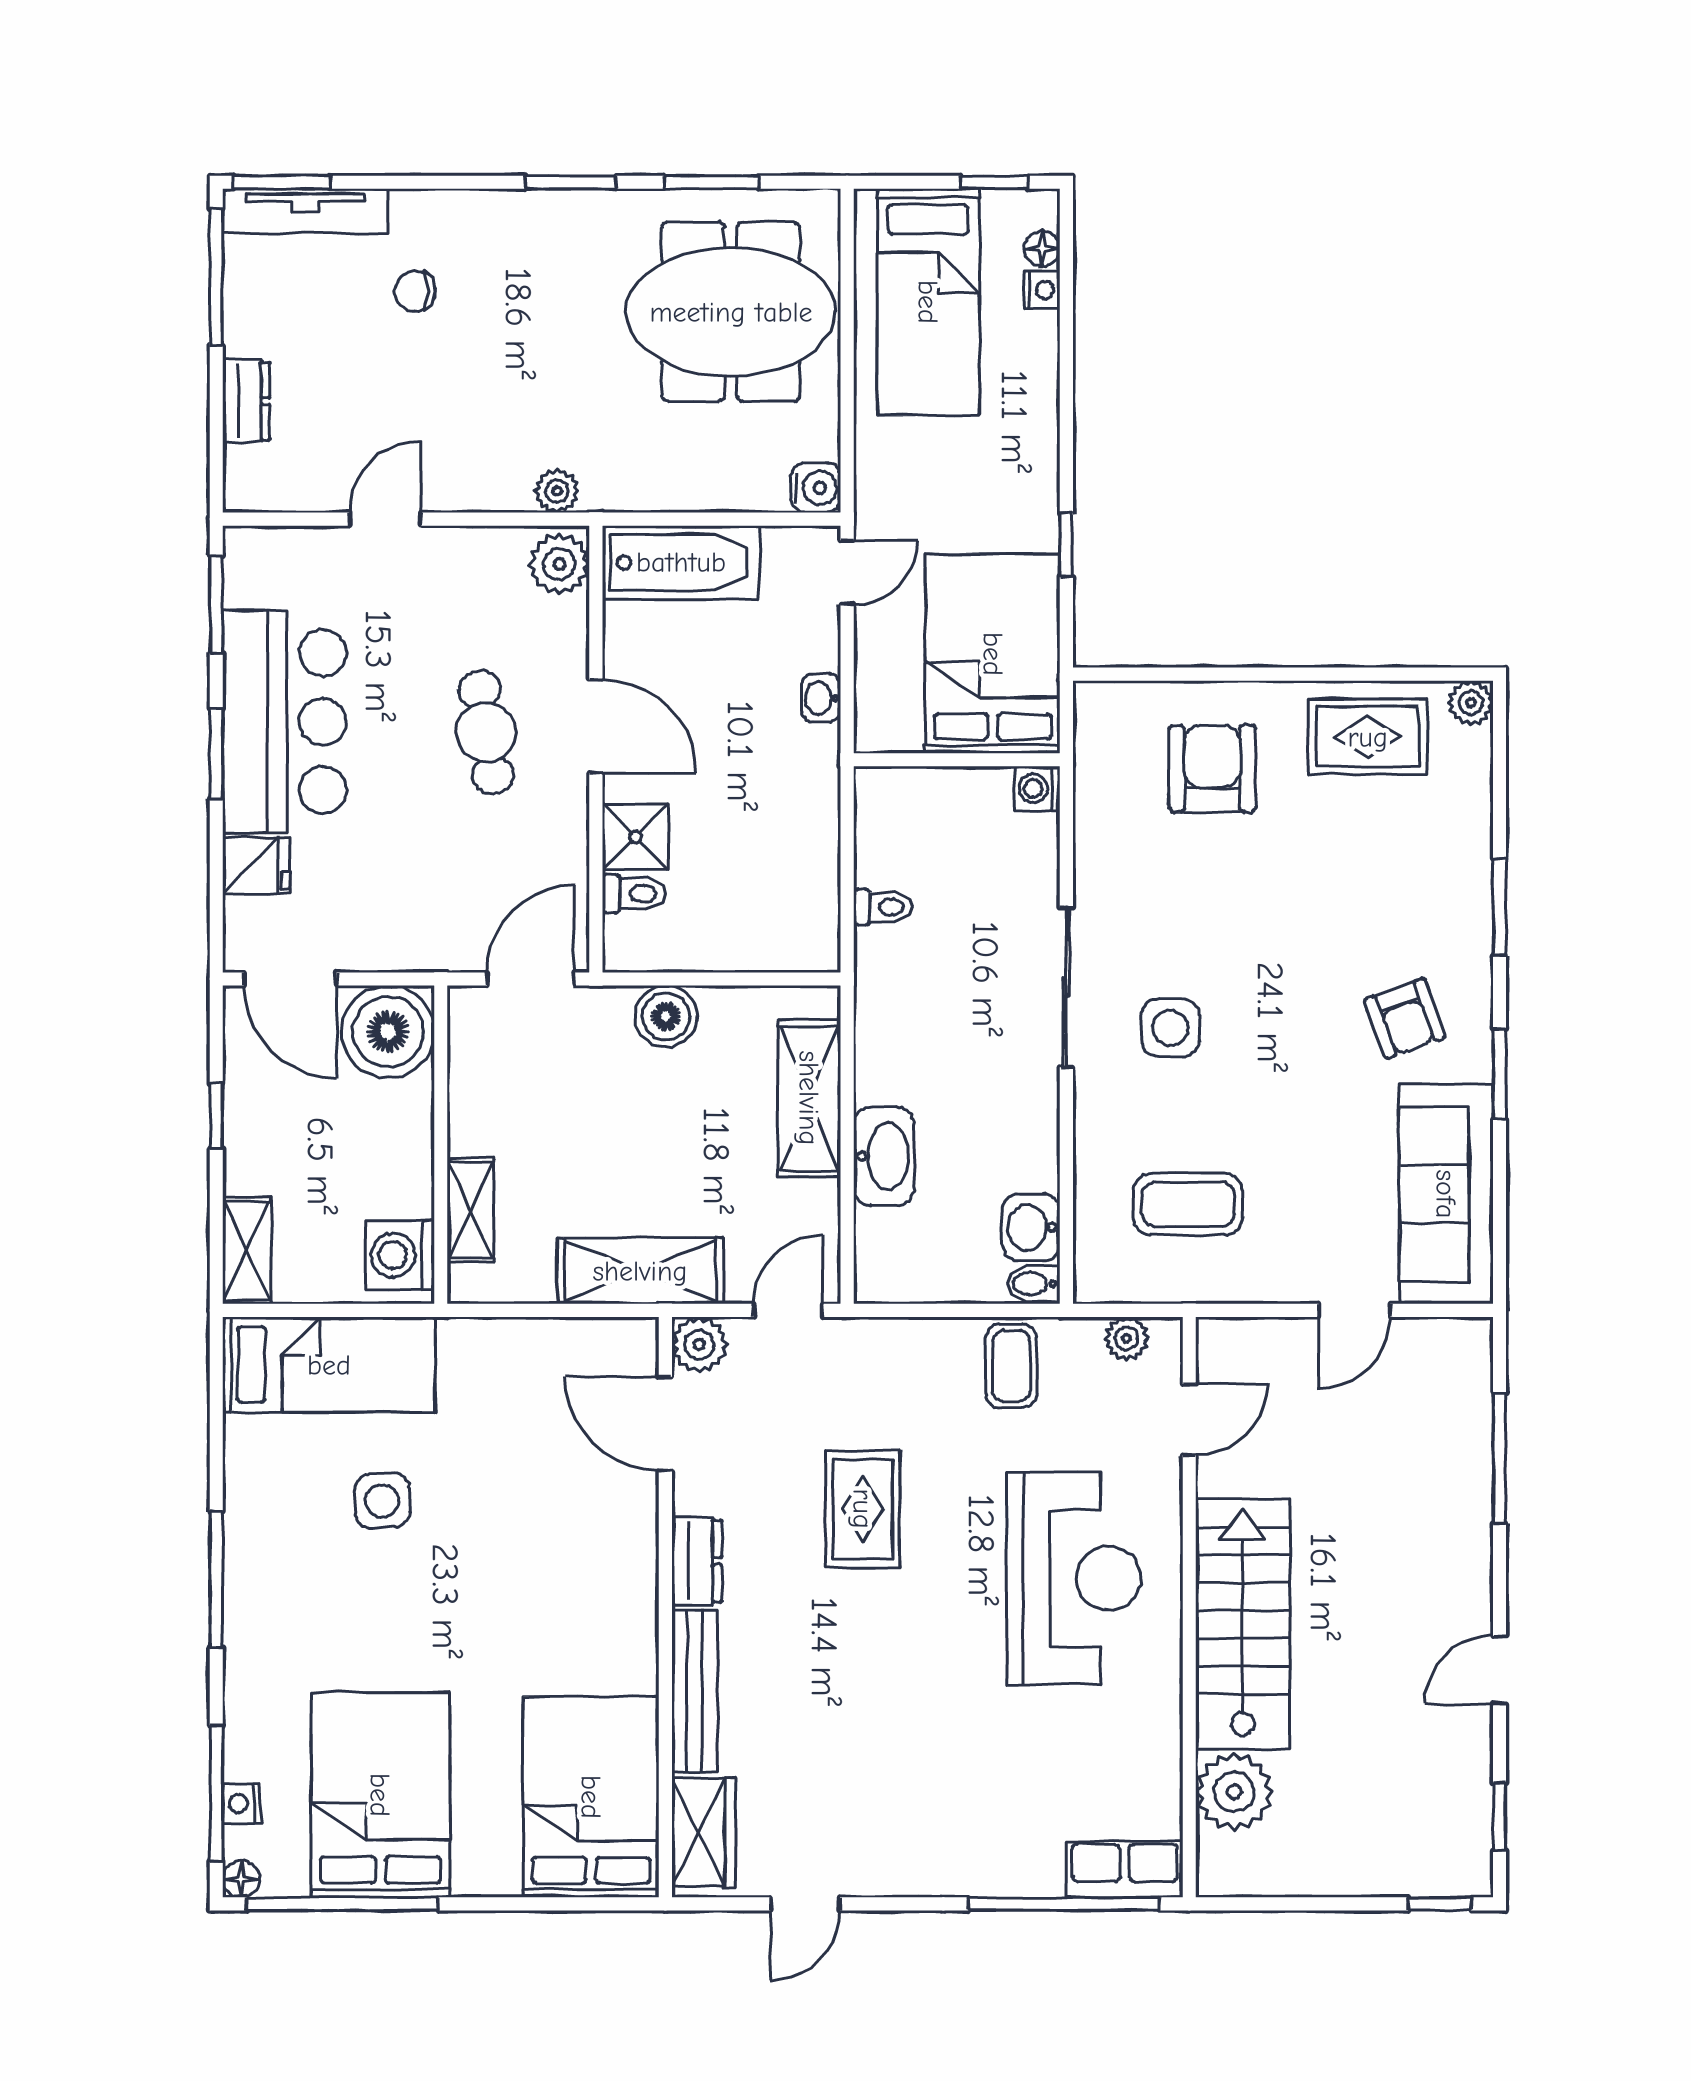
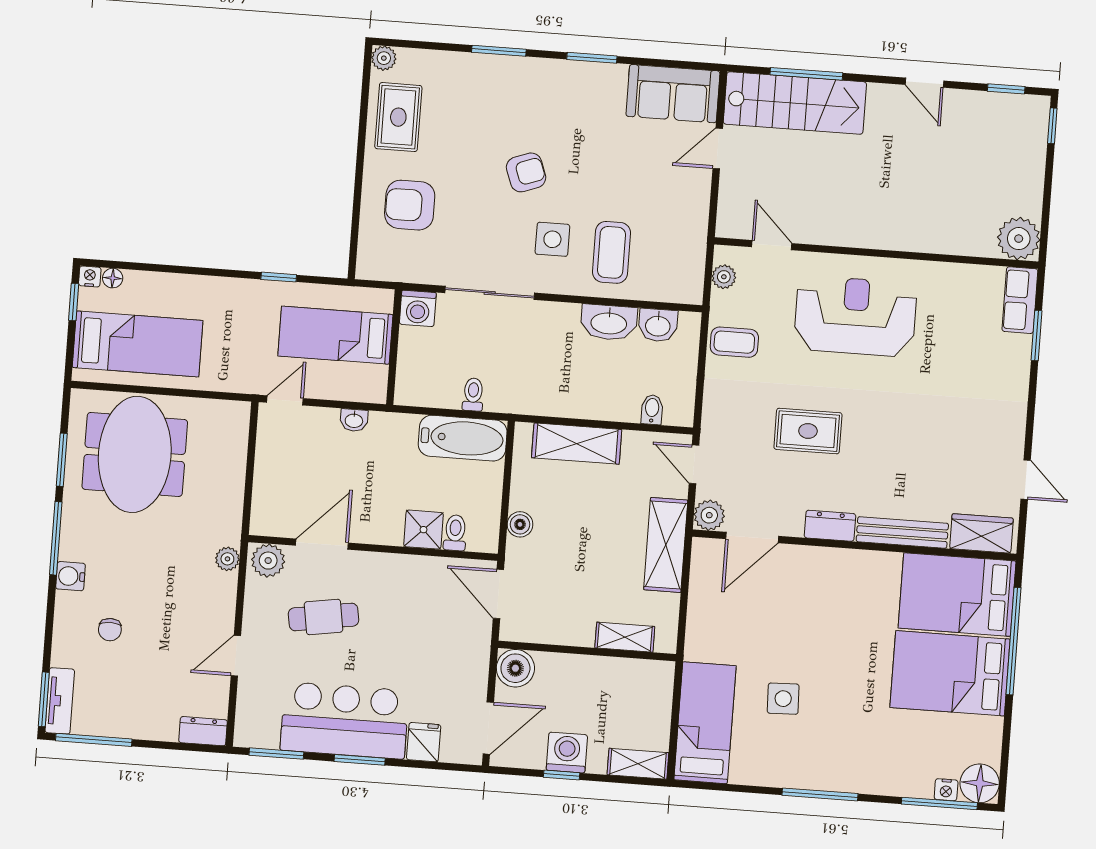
window: (571, 182) -> (56, 538), width x1.44
tv unit: (305, 211) -> (60, 701), width x0.71
nightstand: (1042, 290) -> (90, 276), moved
dresser: (246, 401) -> (203, 731), moved
water cooler: (816, 488) -> (71, 576), moved, turned -90
door: (385, 519) -> (236, 656), hinge flipped
bathtub: (681, 562) -> (463, 438), moved, turned 90
door: (847, 572) -> (285, 400), hinge flipped
bed: (993, 654) -> (335, 335), width x0.67
door: (596, 726) -> (322, 544), moved
cafe table: (486, 732) -> (324, 617), moved
washing machine: (1038, 789) -> (418, 308), width x1.38, depth x1.38
sliding door: (1066, 987) -> (490, 293), moved
boiler: (666, 1016) -> (520, 524), width x0.73, depth x0.73
armchair: (1405, 1018) -> (526, 172), moved
boiler: (388, 1032) -> (515, 668), width x0.73, depth x0.73
washbasin: (884, 1156) -> (609, 322), moved, turned 180
sofa: (1446, 1194) -> (673, 94), width x0.73
coffee table: (1188, 1204) -> (611, 252), moved
washing machine: (400, 1255) -> (567, 752), moved, turned 180
bidet: (1033, 1284) -> (652, 410), moved, turned 180
door: (1354, 1310) -> (718, 149), swing flipped
stairs: (1243, 1624) -> (795, 103), moved, turned 180
plant: (1234, 1792) -> (1019, 239), moved
bed: (380, 1795) -> (950, 673), moved
floor lamp: (241, 1879) -> (980, 783), width x1.89, depth x1.89
window: (342, 1904) -> (1014, 641), moved
window: (1064, 1904) -> (1037, 335), width x0.47

